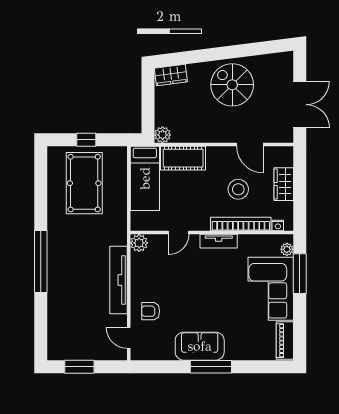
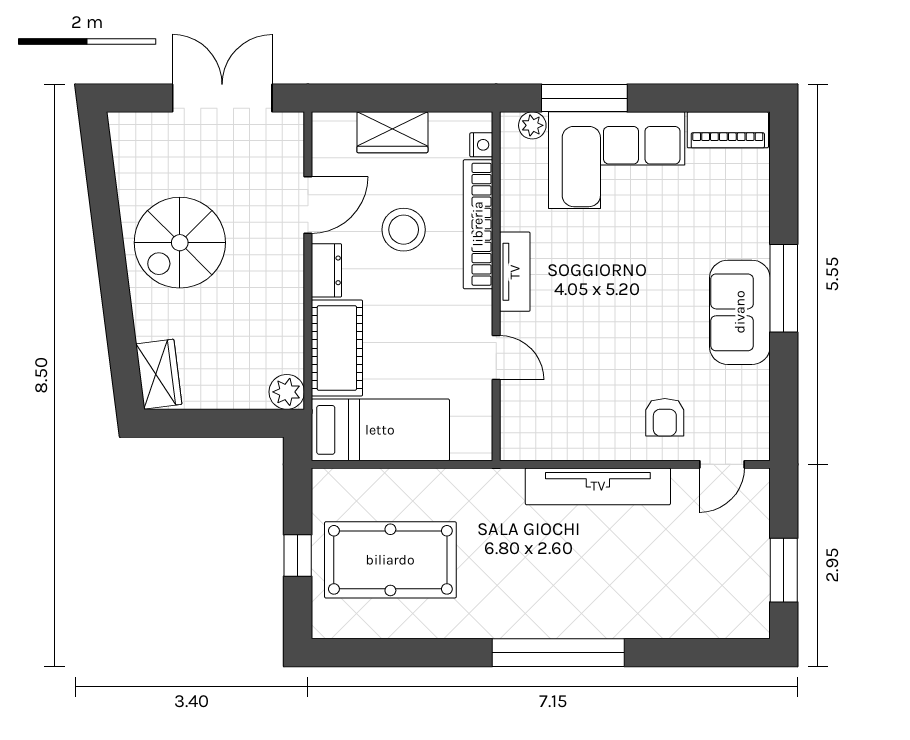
dresser: (219, 153) -> (326, 270), added
plant: (139, 243) -> (519, 442), removed

